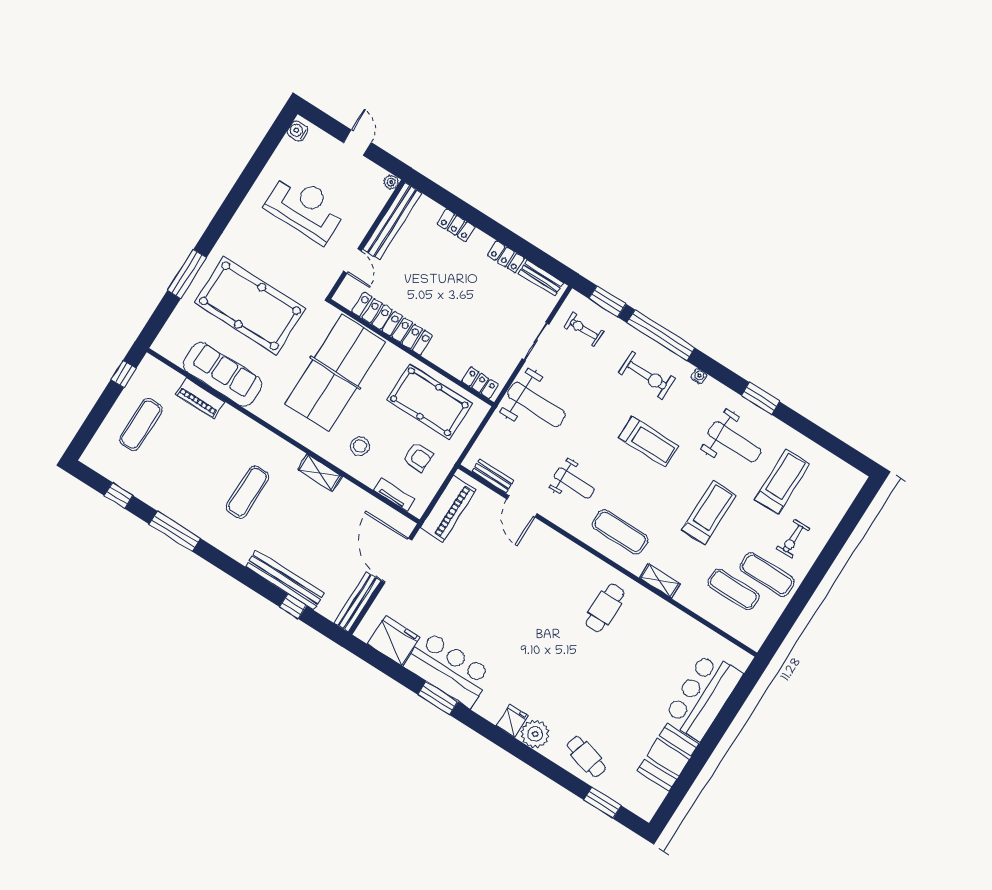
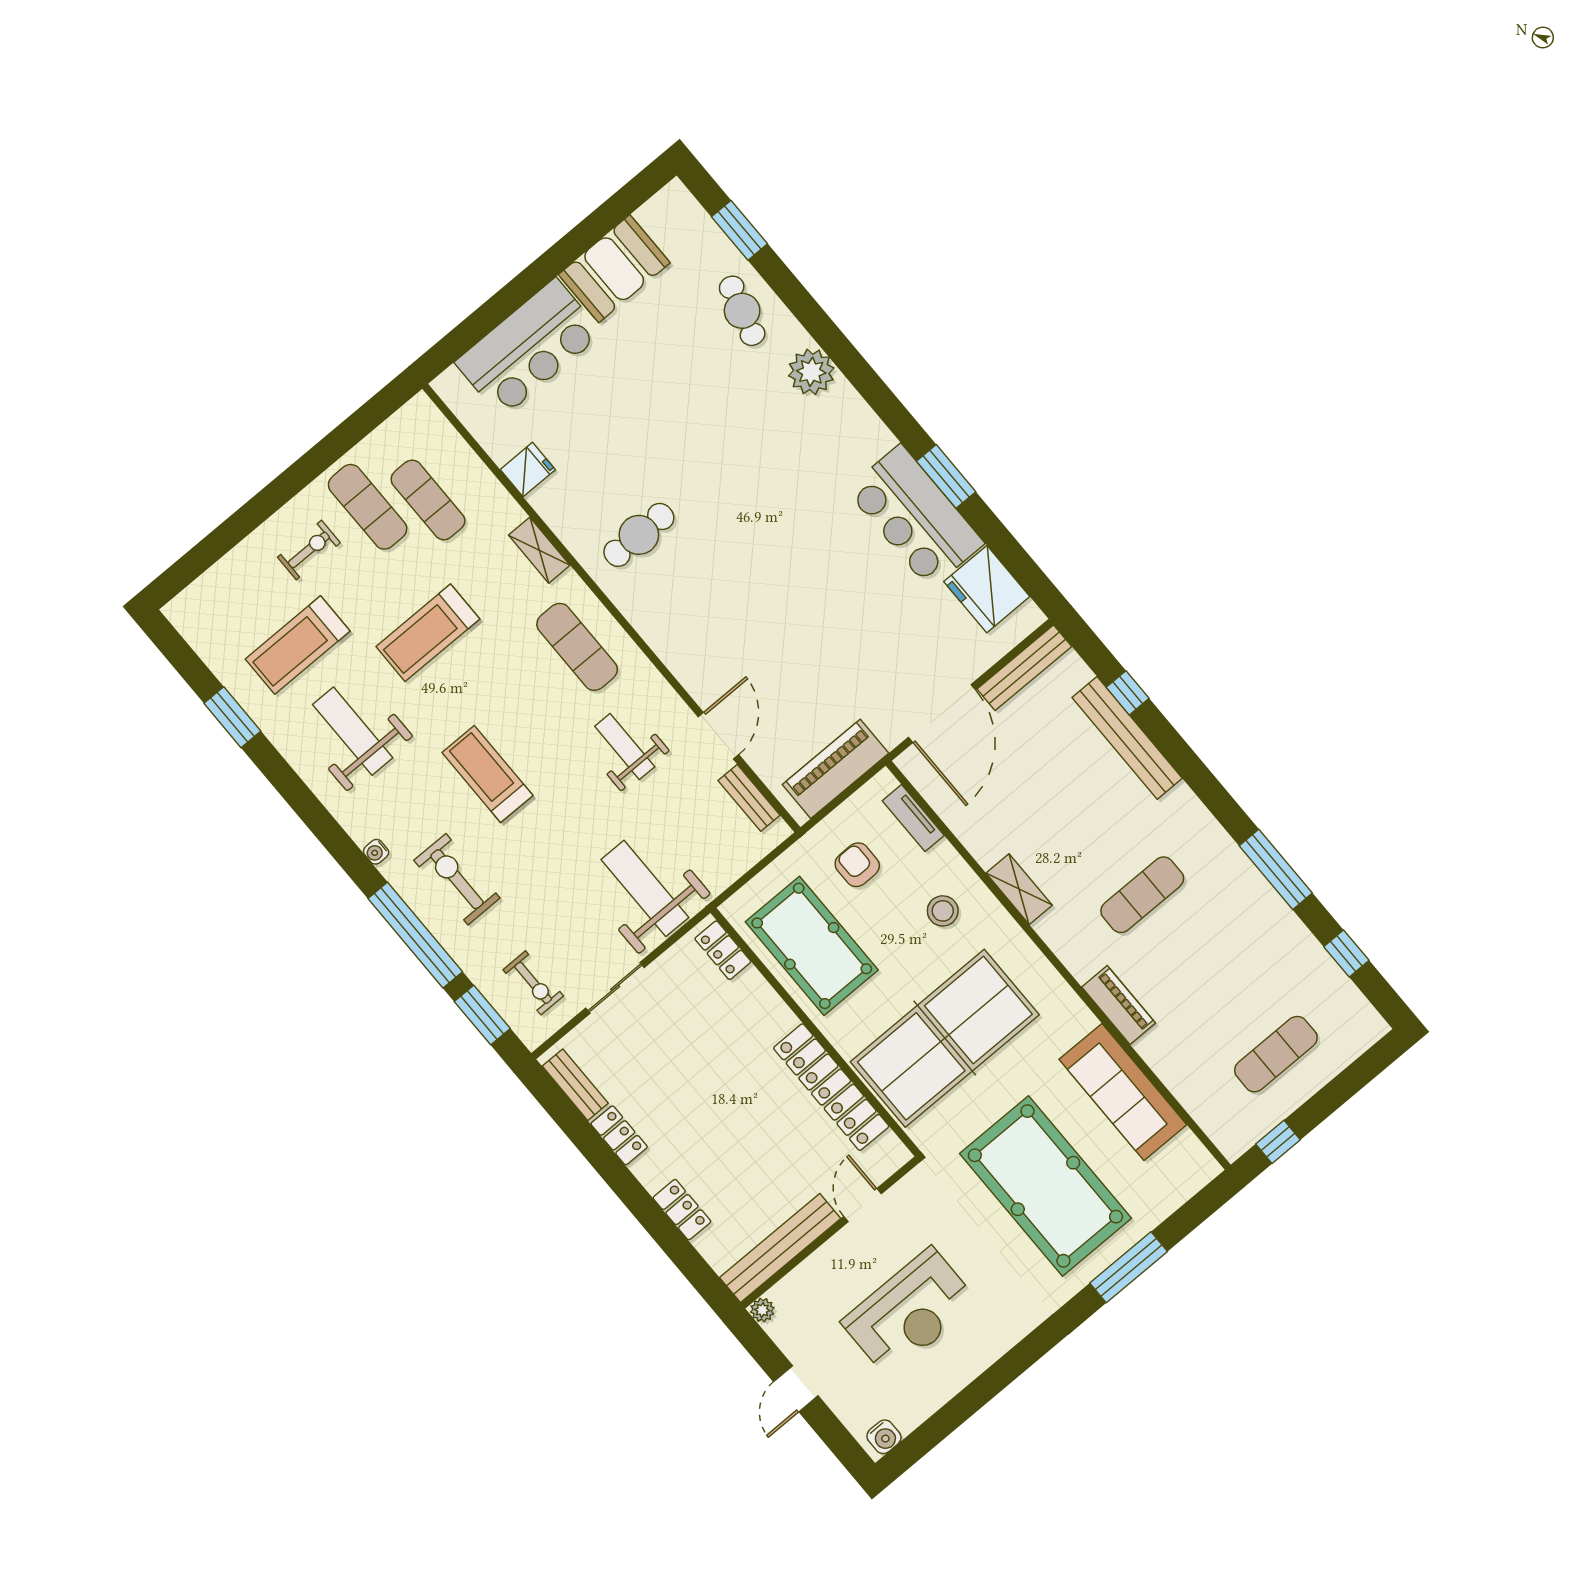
reception desk: (305, 208) -> (910, 1312), turned -90
piano: (200, 398) -> (1119, 1005), moved
window: (760, 398) -> (232, 717), moved
fridge: (512, 721) -> (528, 470), moved, turned 180

